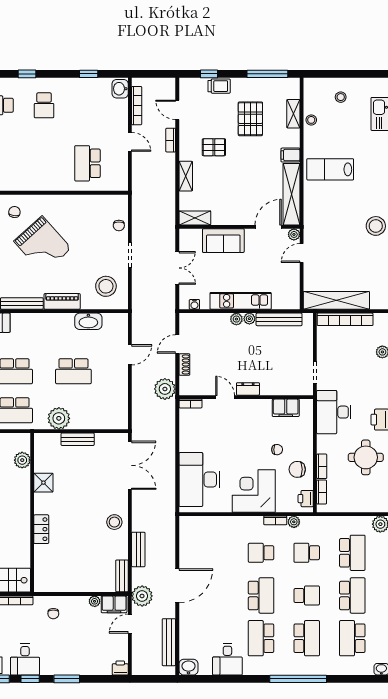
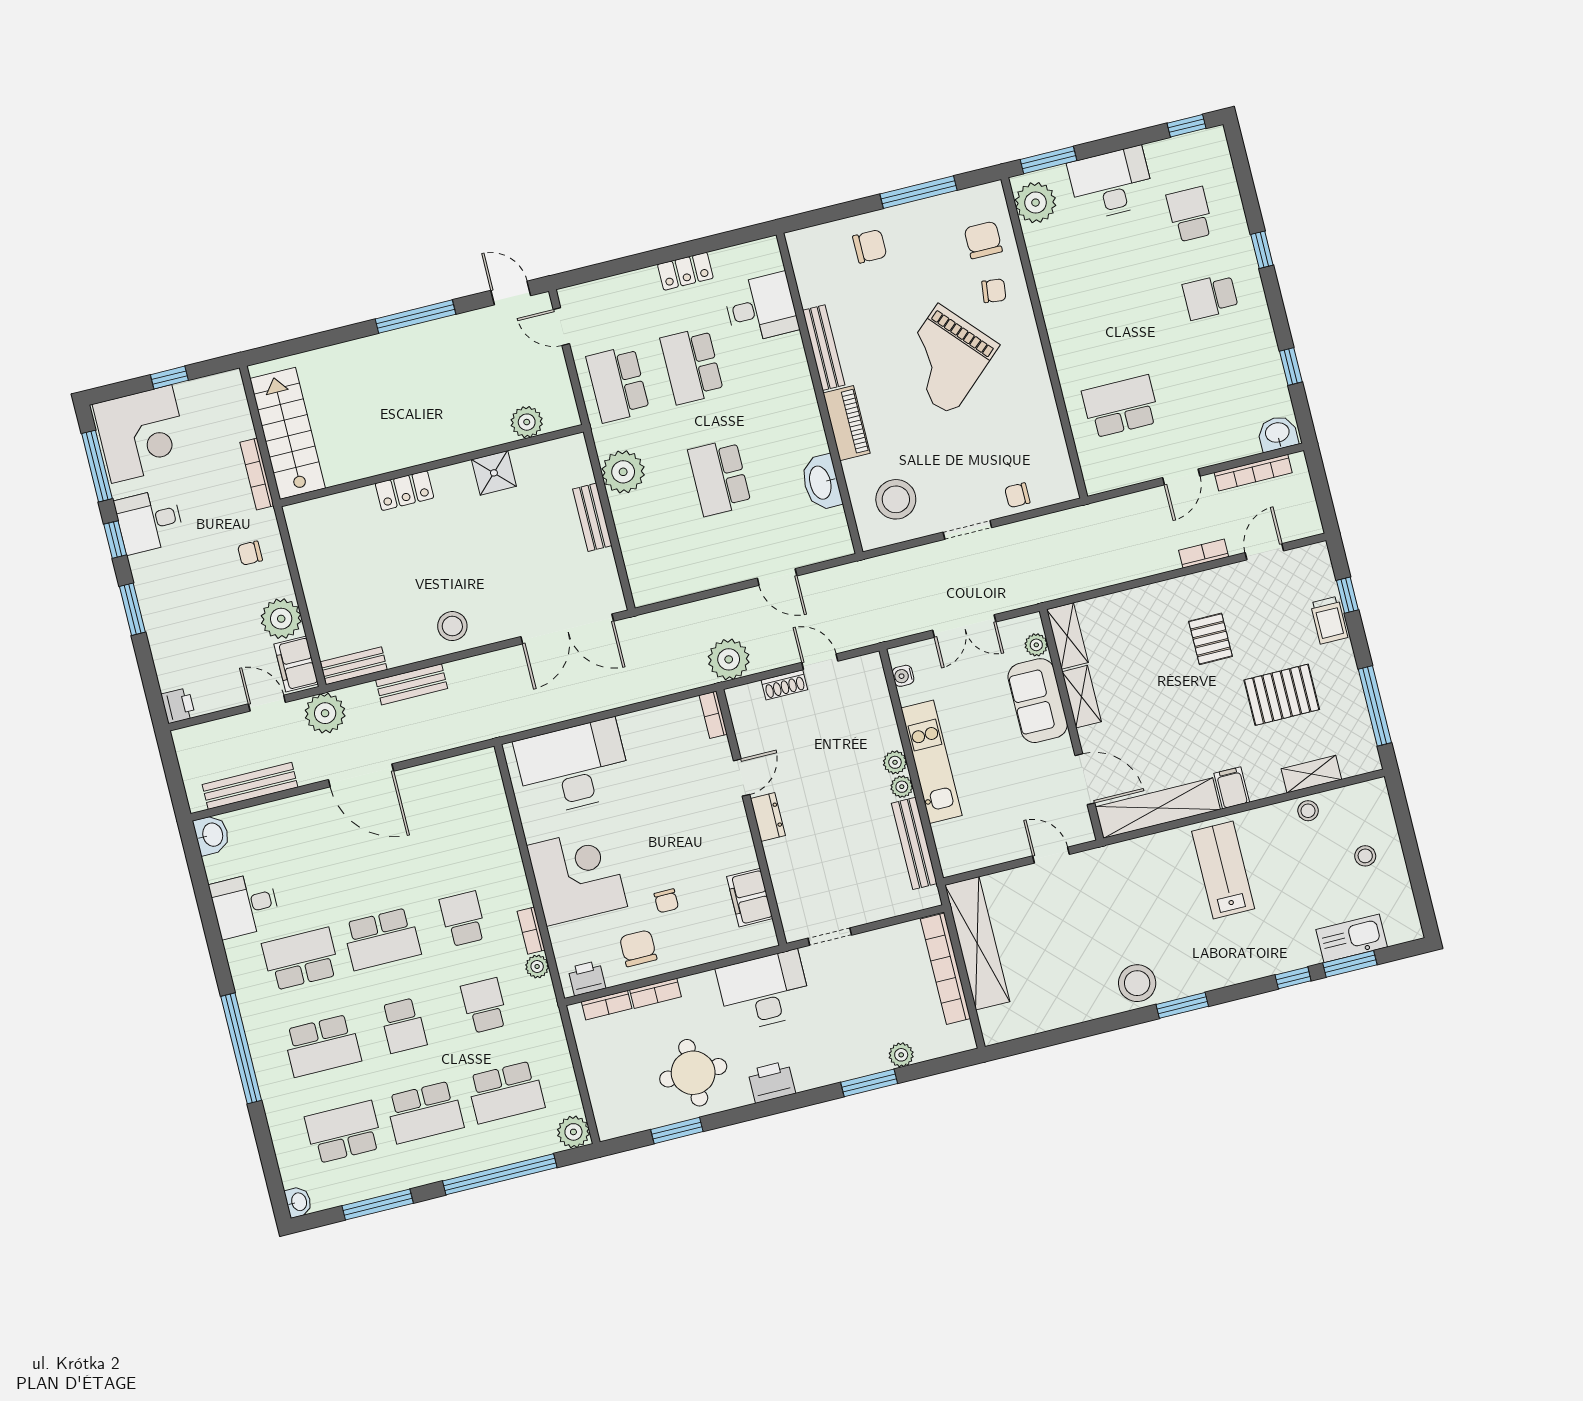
shelving: (186, 176) -> (1082, 697), moved, turned 90
plant: (294, 234) -> (1036, 645), moved
plant: (95, 601) -> (281, 619), width x1.88, depth x1.88

